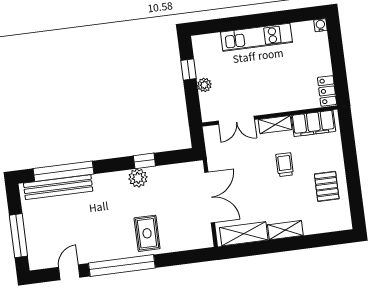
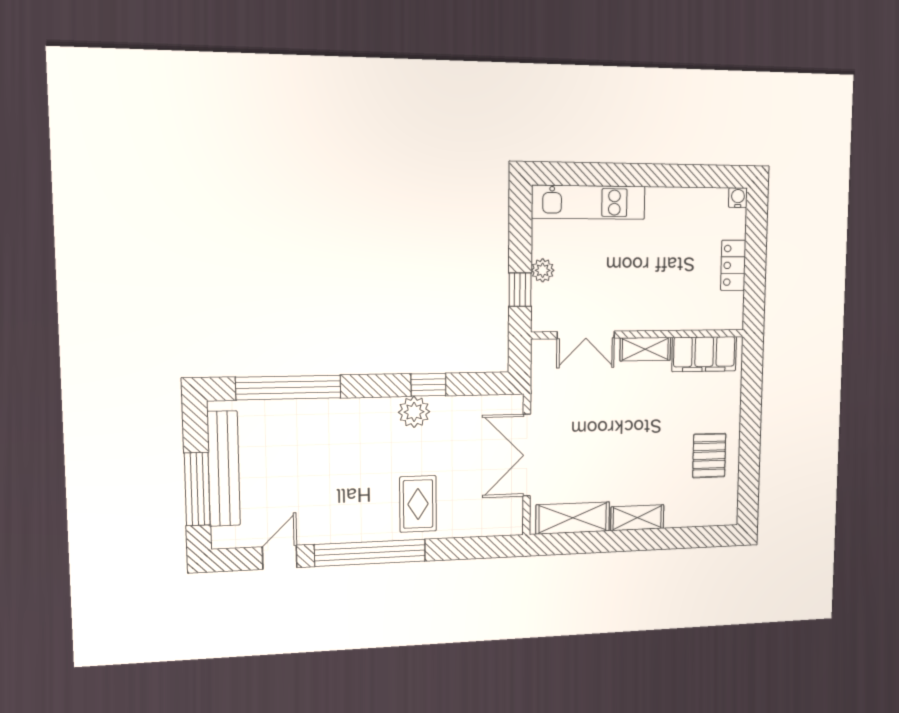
kitchen unit: (256, 37) -> (589, 202), moved
window: (189, 70) -> (520, 290), moved
locker: (327, 91) -> (733, 265), moved
trolley: (285, 165) -> (651, 415), removed
bench: (58, 187) -> (224, 469), moved, turned 90
double door: (210, 197) -> (527, 455), swing flipped

